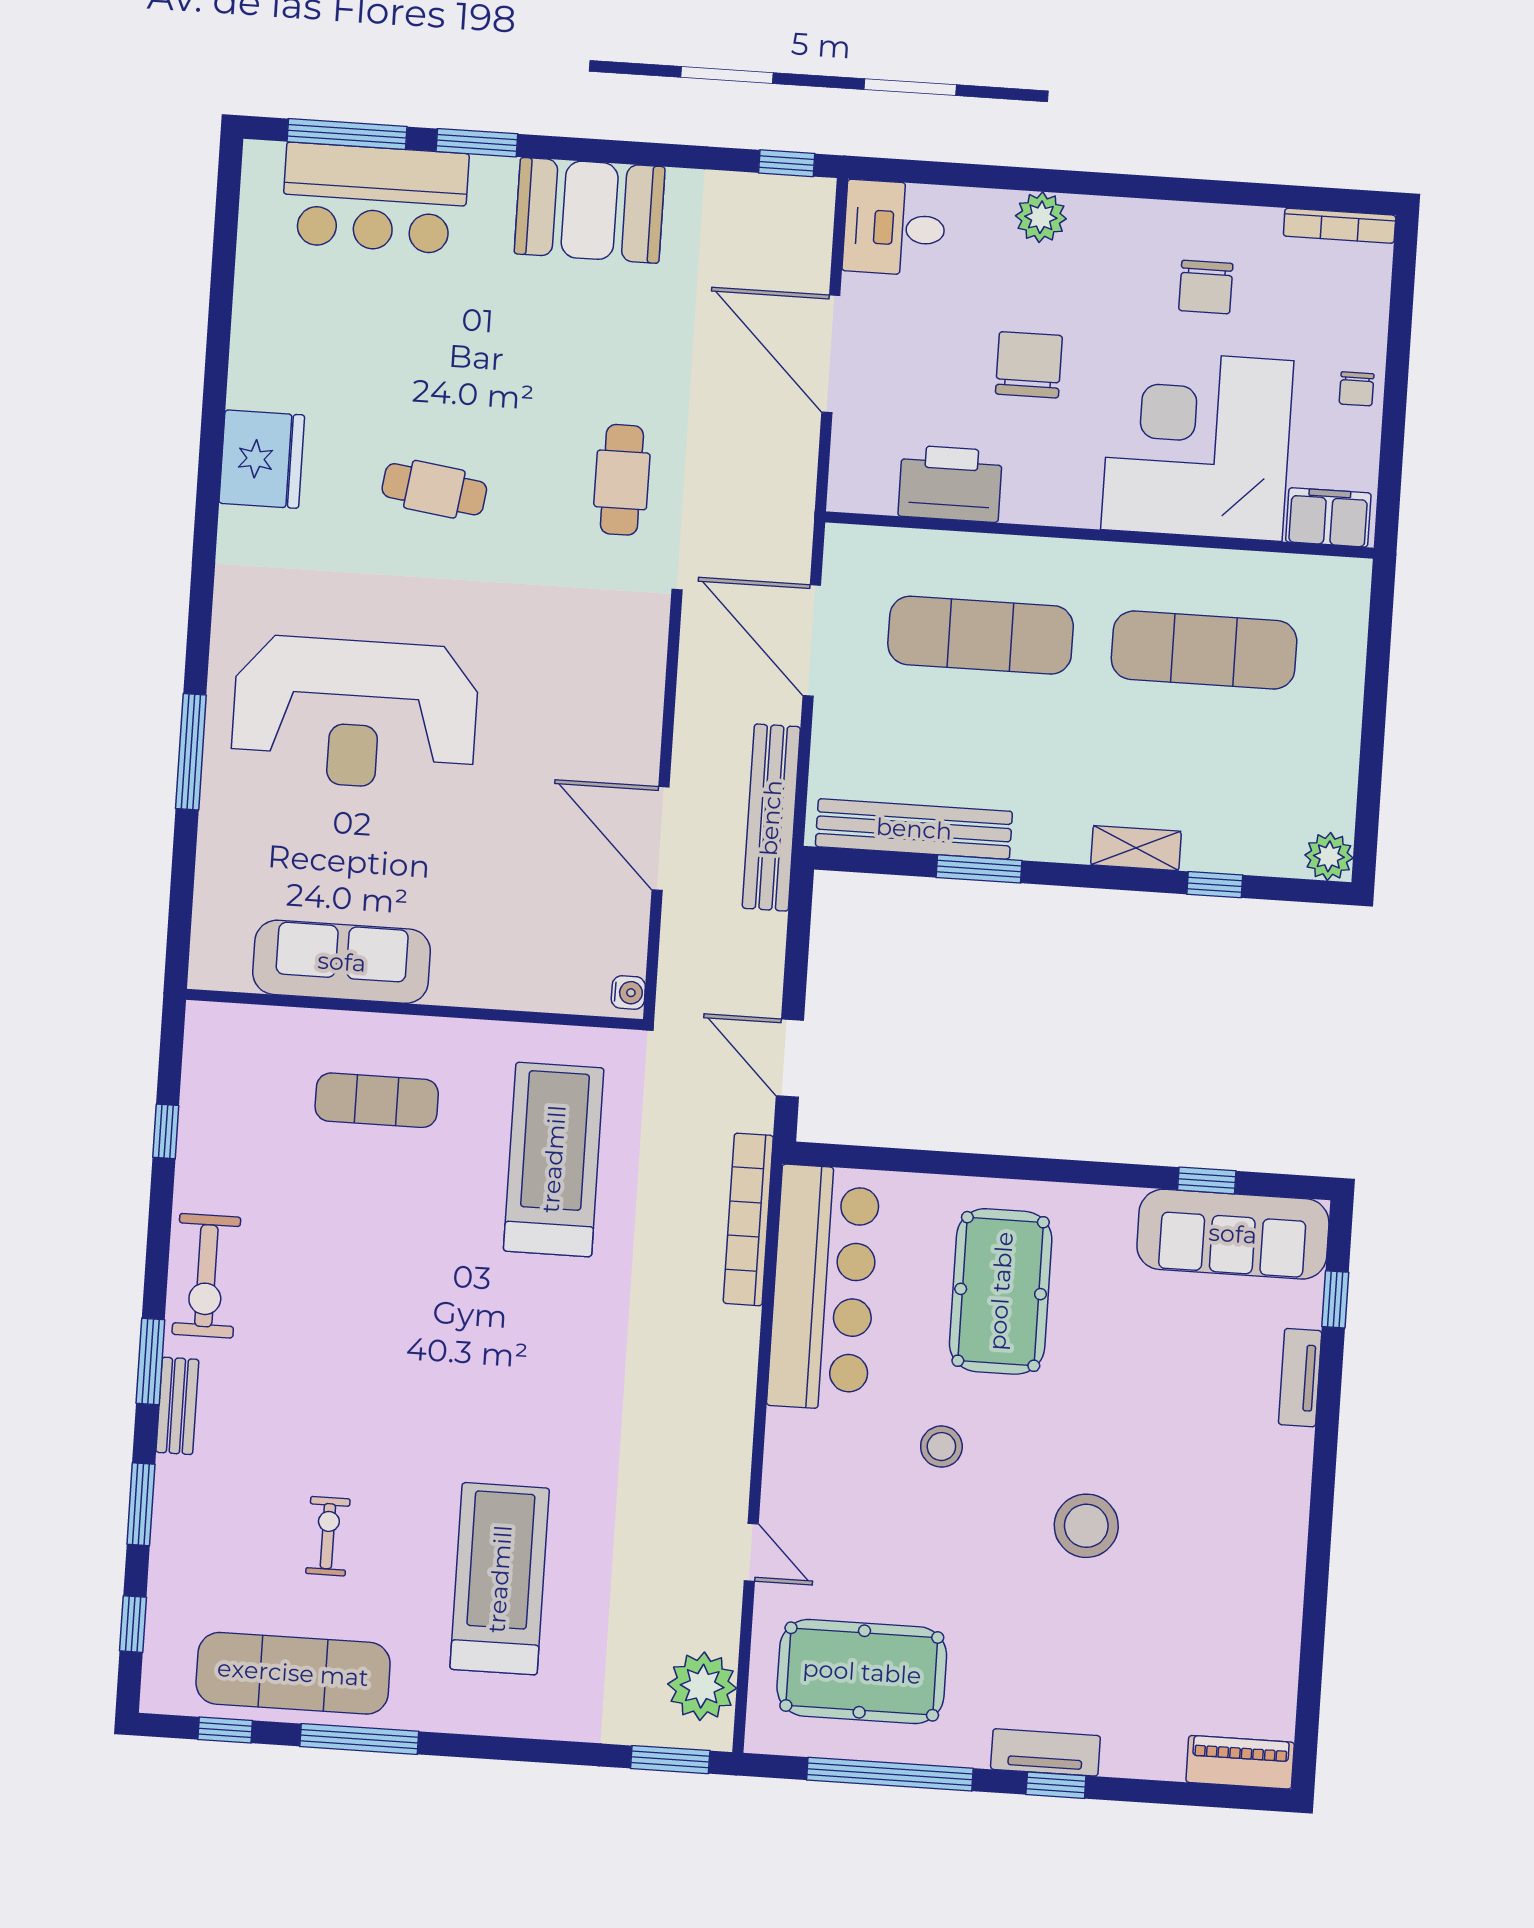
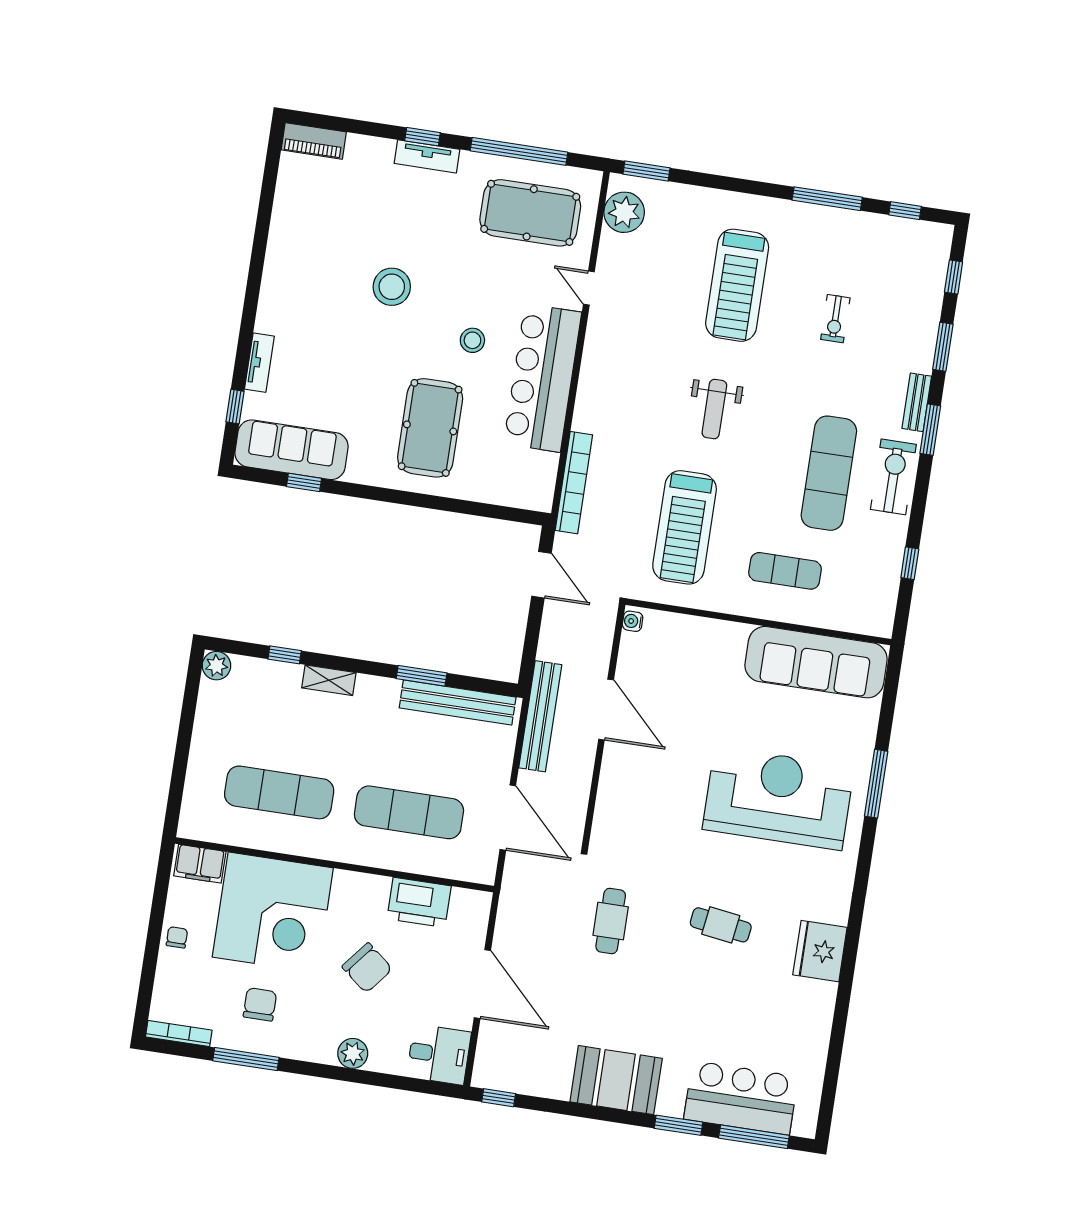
window: (1222, 192) -> (246, 1059), added
chair: (1029, 365) -> (367, 968), turned -51
sofa: (342, 962) -> (816, 662), width x1.36, depth x1.27
bar counter: (824, 1288) -> (543, 378), moved
weight bench: (520, 1365) -> (714, 409), added
exercise mat: (293, 1673) -> (829, 473), moved, turned 90

